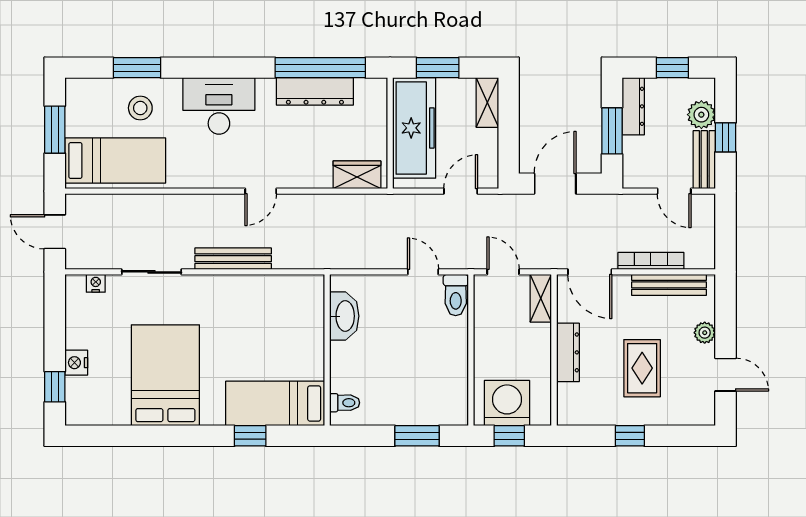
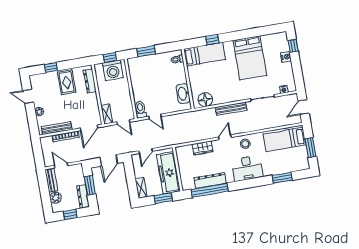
stool: (140, 108) -> (245, 144), moved
window: (725, 137) -> (44, 190), removed
wardrobe: (357, 175) -> (203, 148), moved
door: (55, 232) -> (304, 107), swing flipped
door: (590, 272) -> (89, 128), swing flipped
floor lamp: (292, 292) -> (205, 100), added
dresser: (568, 352) -> (90, 81), moved
rug: (642, 368) -> (67, 82), moved
window: (630, 436) -> (51, 68), moved

